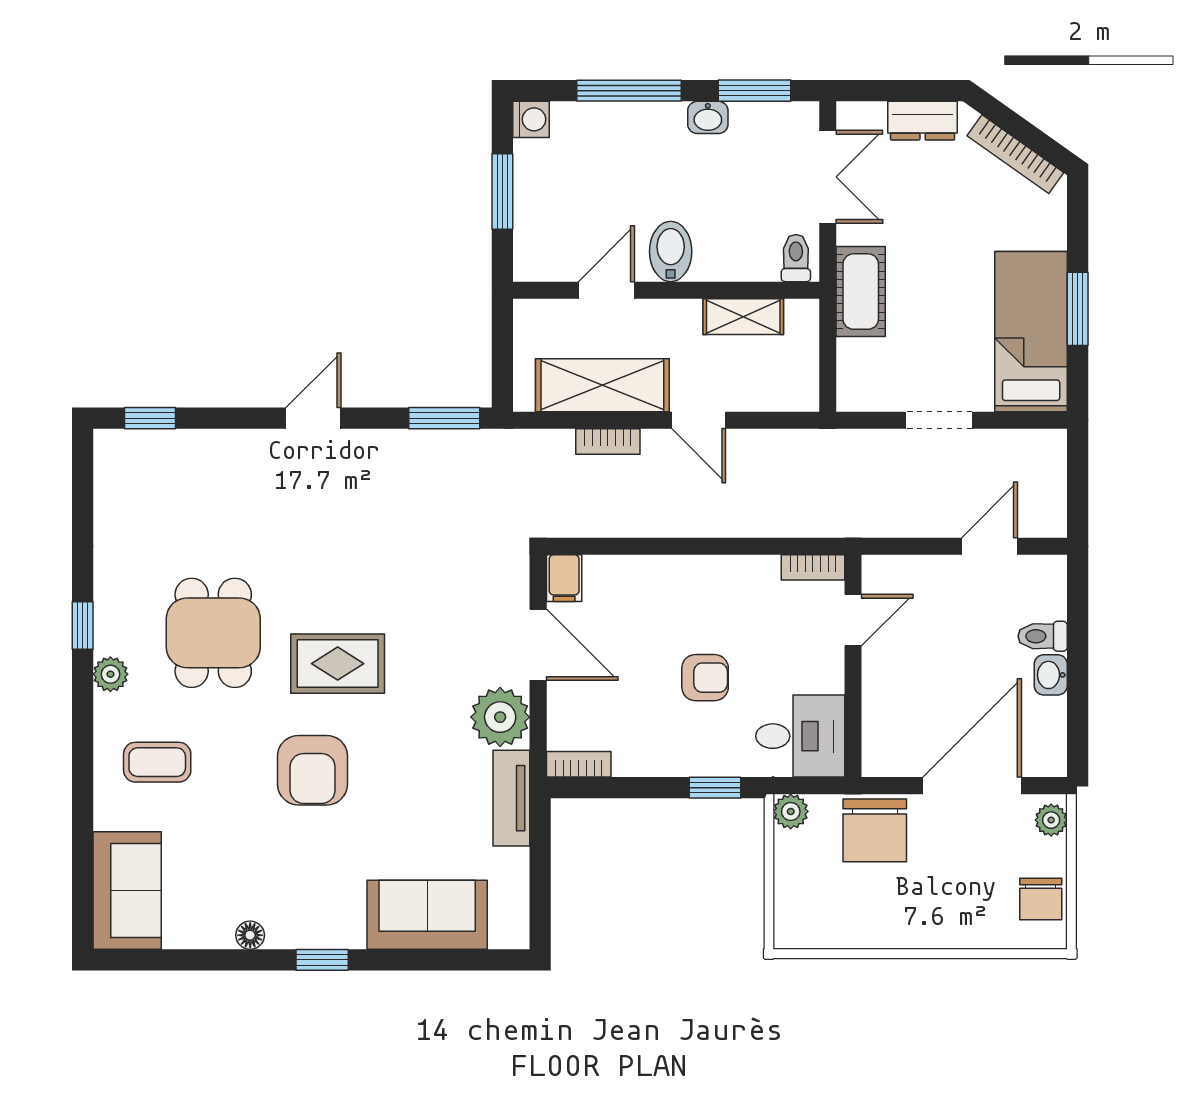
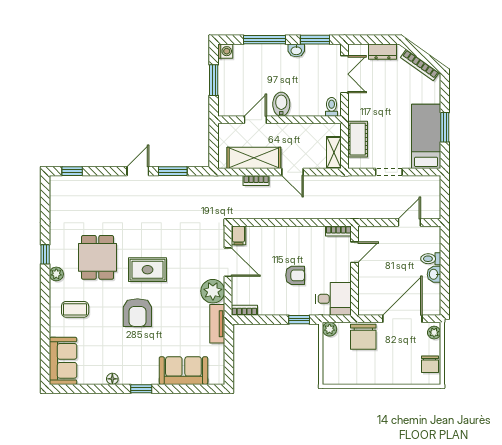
cot: (861, 292) -> (358, 139), moved
shelving: (743, 317) -> (334, 153), moved, turned 90
window: (444, 418) -> (173, 171), moved

